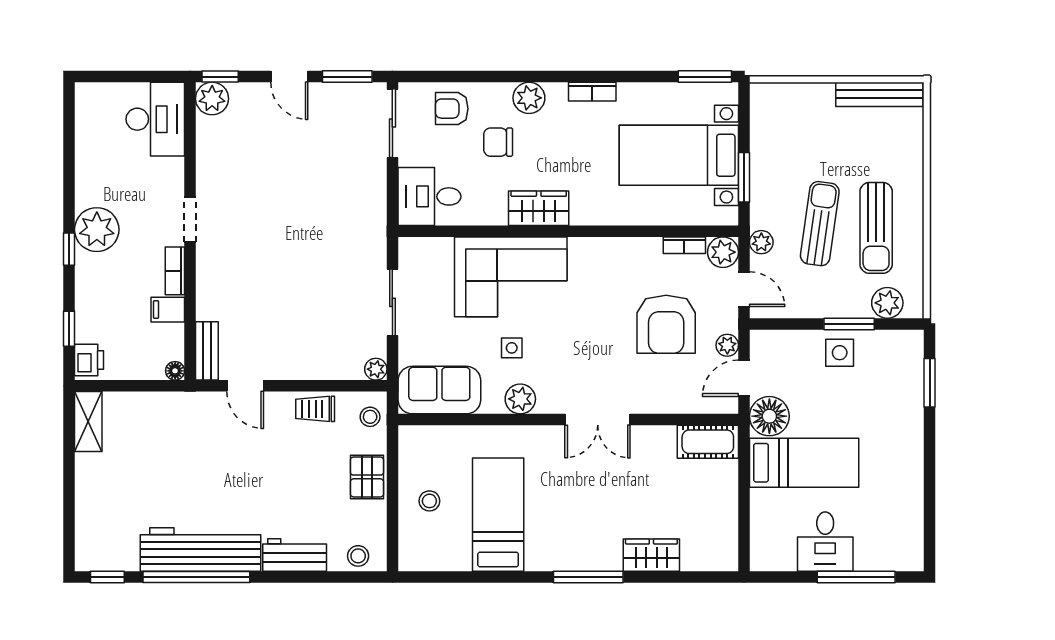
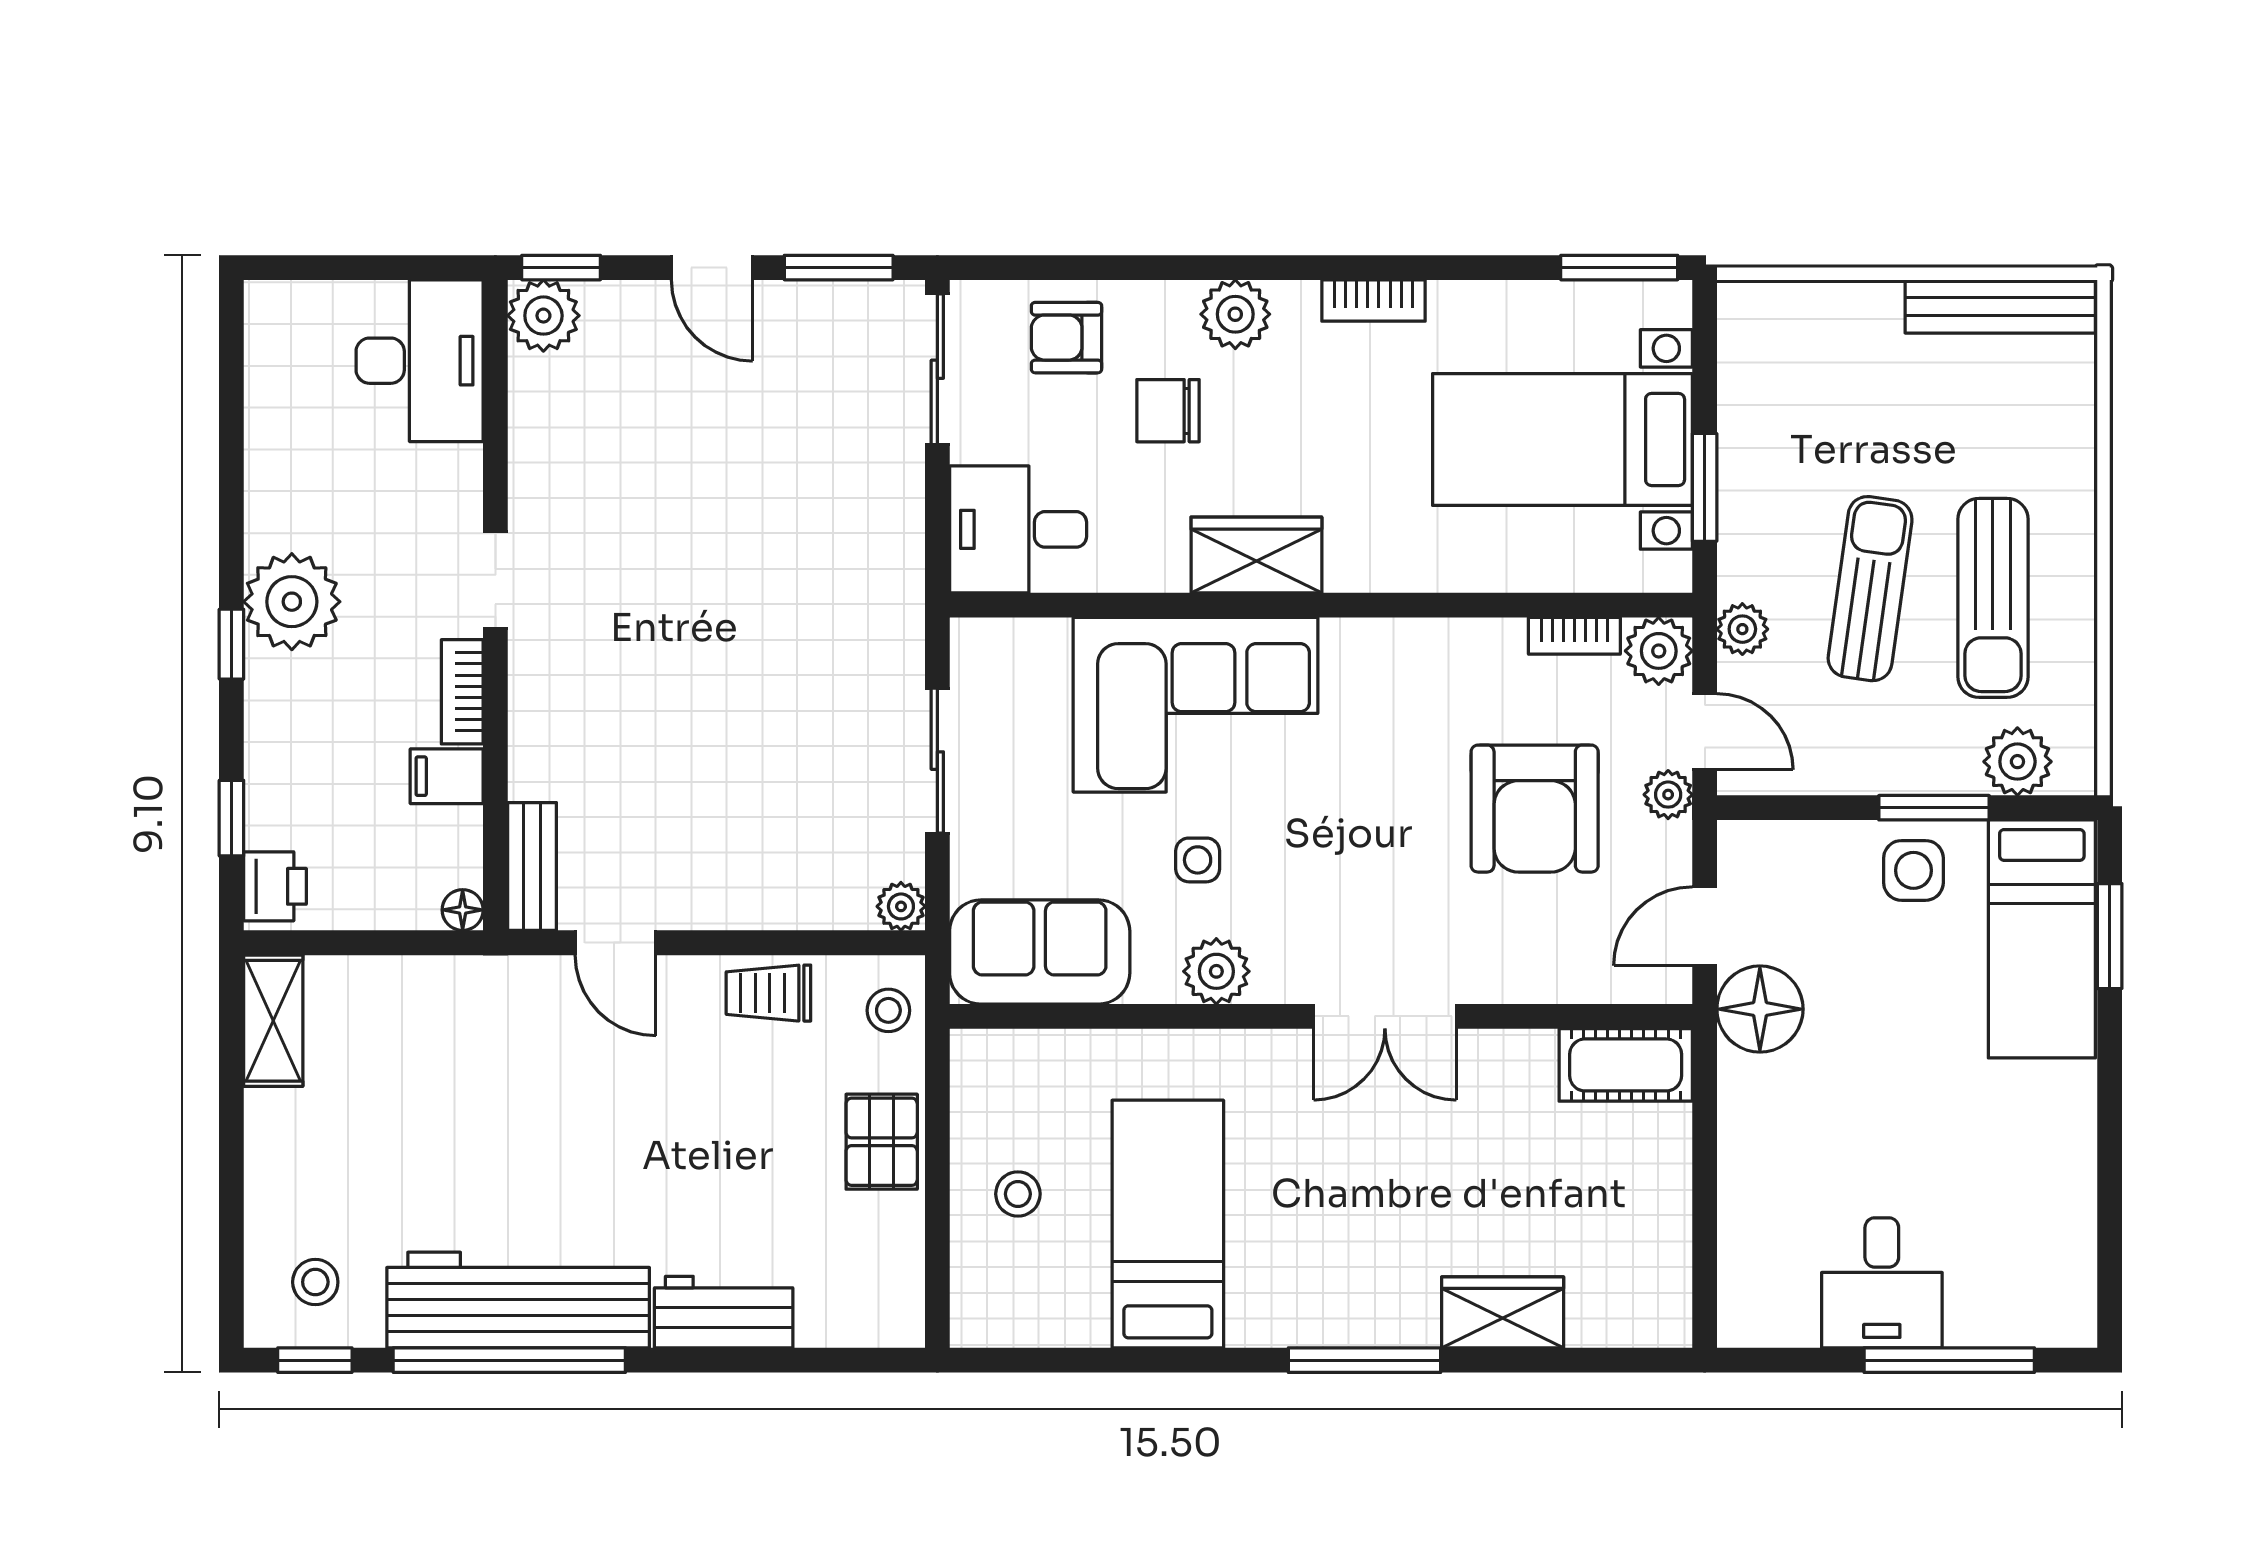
plant: (727, 345) -> (1668, 795), moved
bed: (804, 463) -> (2042, 939), moved, turned 90
stool: (358, 556) -> (315, 1282), moved

